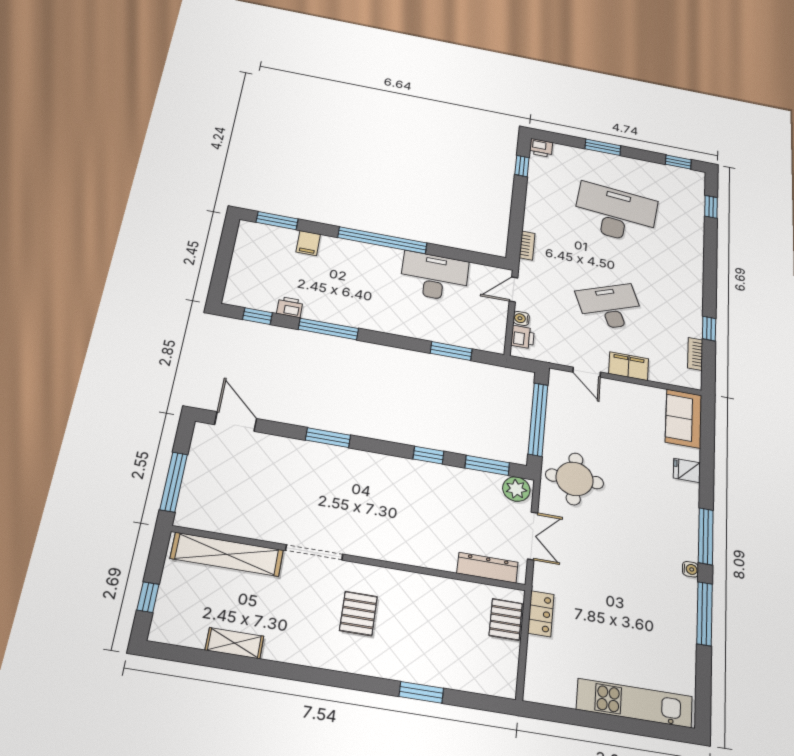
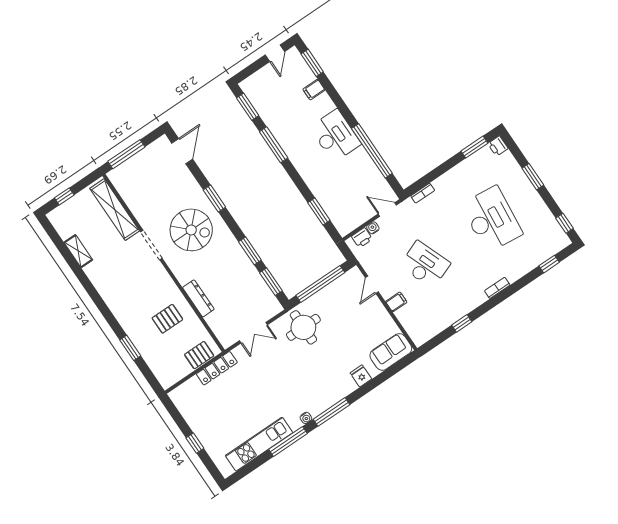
window: (522, 166) -> (474, 147), width x1.50
window: (382, 240) -> (372, 151), moved
door: (227, 243) -> (275, 53), added
desk: (434, 277) -> (335, 136), moved
printer: (290, 307) -> (268, 116), removed
window: (257, 316) -> (248, 107), width x1.50
bookcase: (695, 354) -> (497, 288), moved
filing cabinet: (629, 366) -> (396, 302), width x0.50
window: (428, 455) -> (250, 251), width x1.50
plant: (516, 489) -> (271, 305), removed
spiral stairs: (340, 494) -> (191, 230), added
dresser: (487, 568) -> (198, 298), moved
pallet: (358, 613) -> (167, 319), moved
locker: (541, 614) -> (217, 368), width x1.53
kitchen unit: (635, 703) -> (259, 444), moved, turned -90
window: (617, 724) -> (195, 443), added

